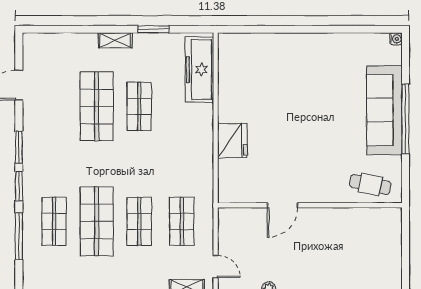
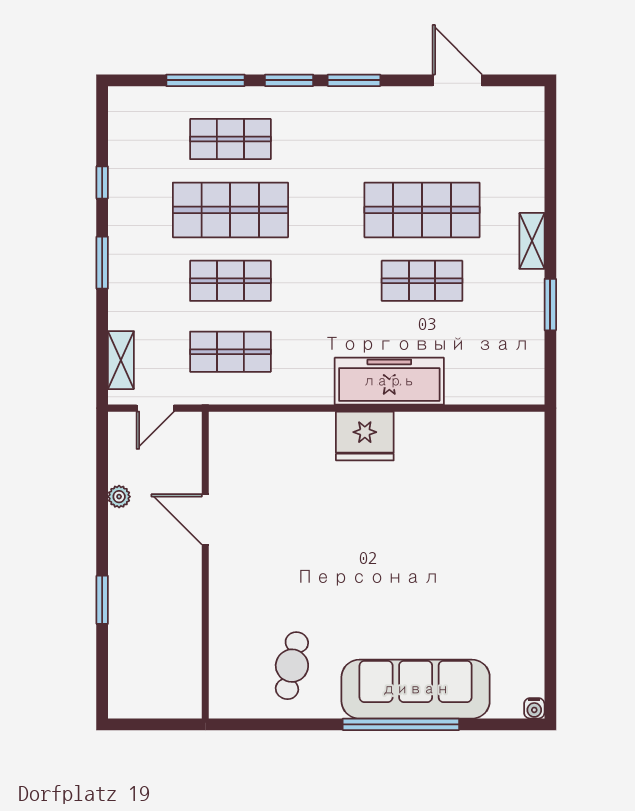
freezer: (199, 70) -> (389, 381), moved
door: (282, 205) -> (205, 519), moved
wall: (310, 205) -> (205, 565), moved

